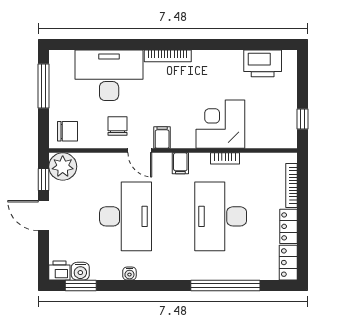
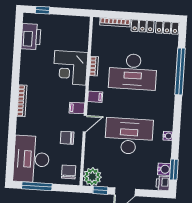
desk: (109, 75) -> (31, 159), moved
window: (303, 119) -> (43, 10), moved

